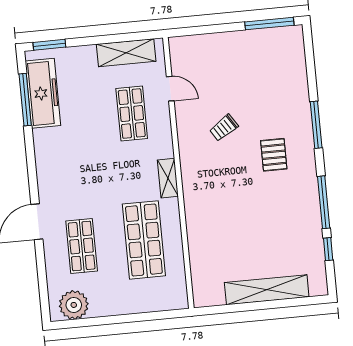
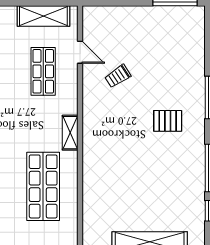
trolley: (224, 128) -> (118, 76), moved
pallet: (274, 155) -> (168, 121), turned 90

